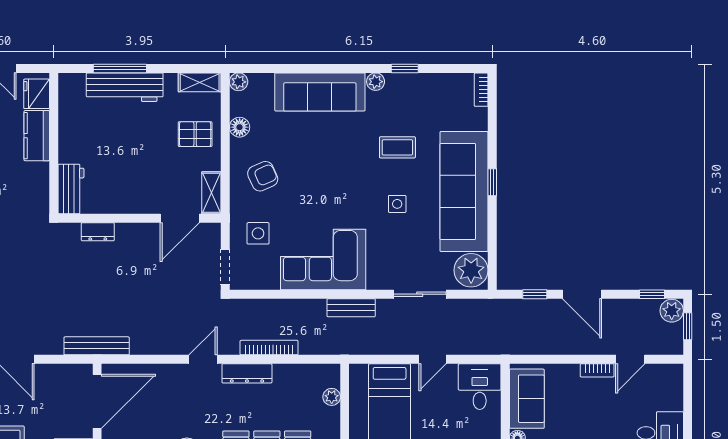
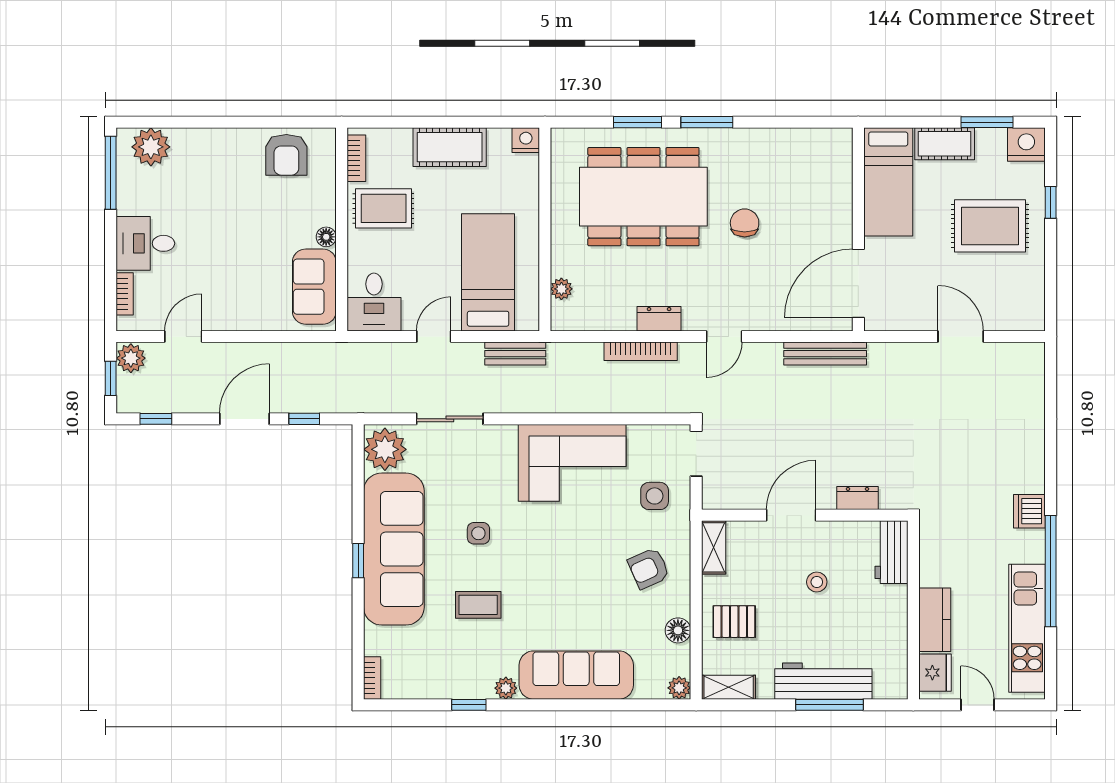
stool: (130, 165) -> (817, 582), added
door: (180, 218) -> (791, 515), moved
door: (582, 294) -> (244, 419), hinge flipped
bench: (351, 308) -> (515, 354), moved
plant: (672, 311) -> (131, 358), moved
bench: (97, 346) -> (825, 354), moved
bookcase: (597, 370) -> (125, 294), moved, turned 90
dresser: (247, 373) -> (659, 319), width x0.70

